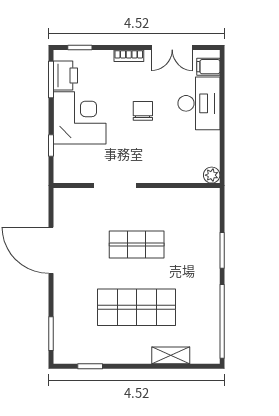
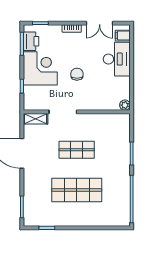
chair: (143, 111) -> (77, 74), moved
shelving: (171, 355) -> (35, 119), moved

